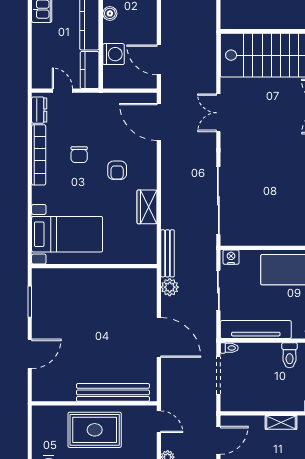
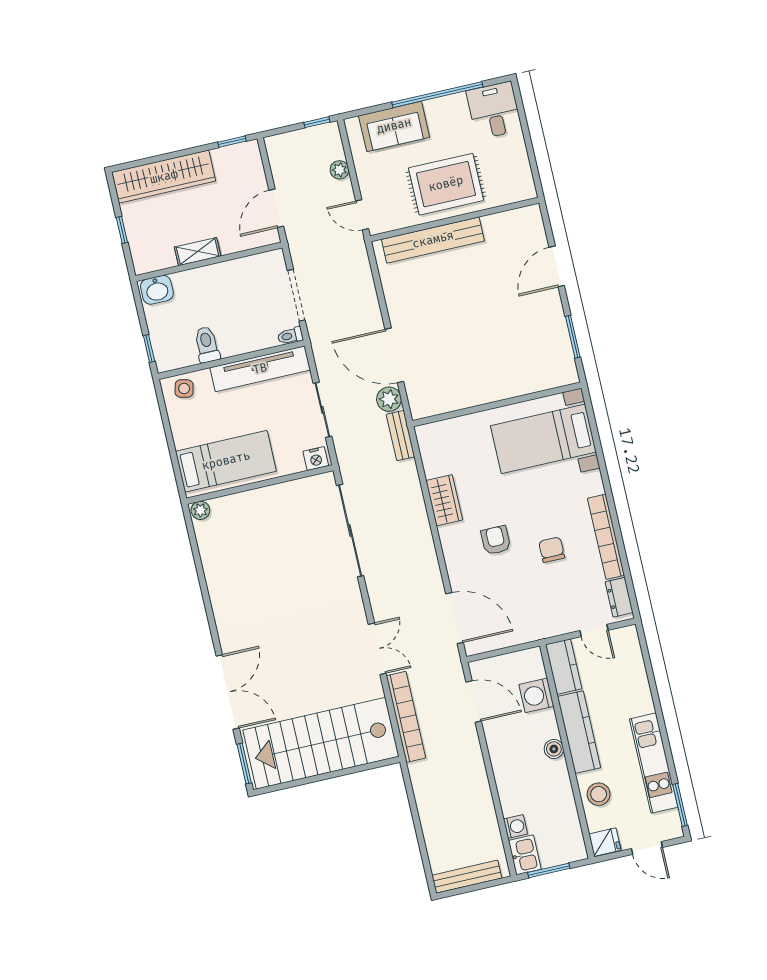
bookcase: (209, 60) -> (406, 717), added
bench: (167, 253) -> (400, 436), width x0.73
door: (159, 337) -> (394, 355), moved

